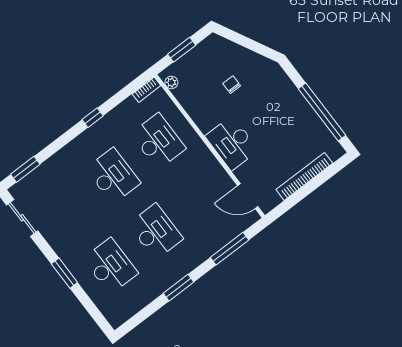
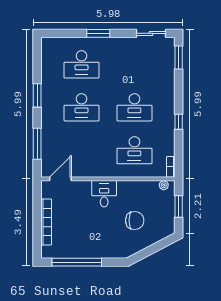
chair: (232, 85) -> (135, 220), width x1.87, depth x1.87
desk: (232, 143) -> (104, 194), width x0.73

